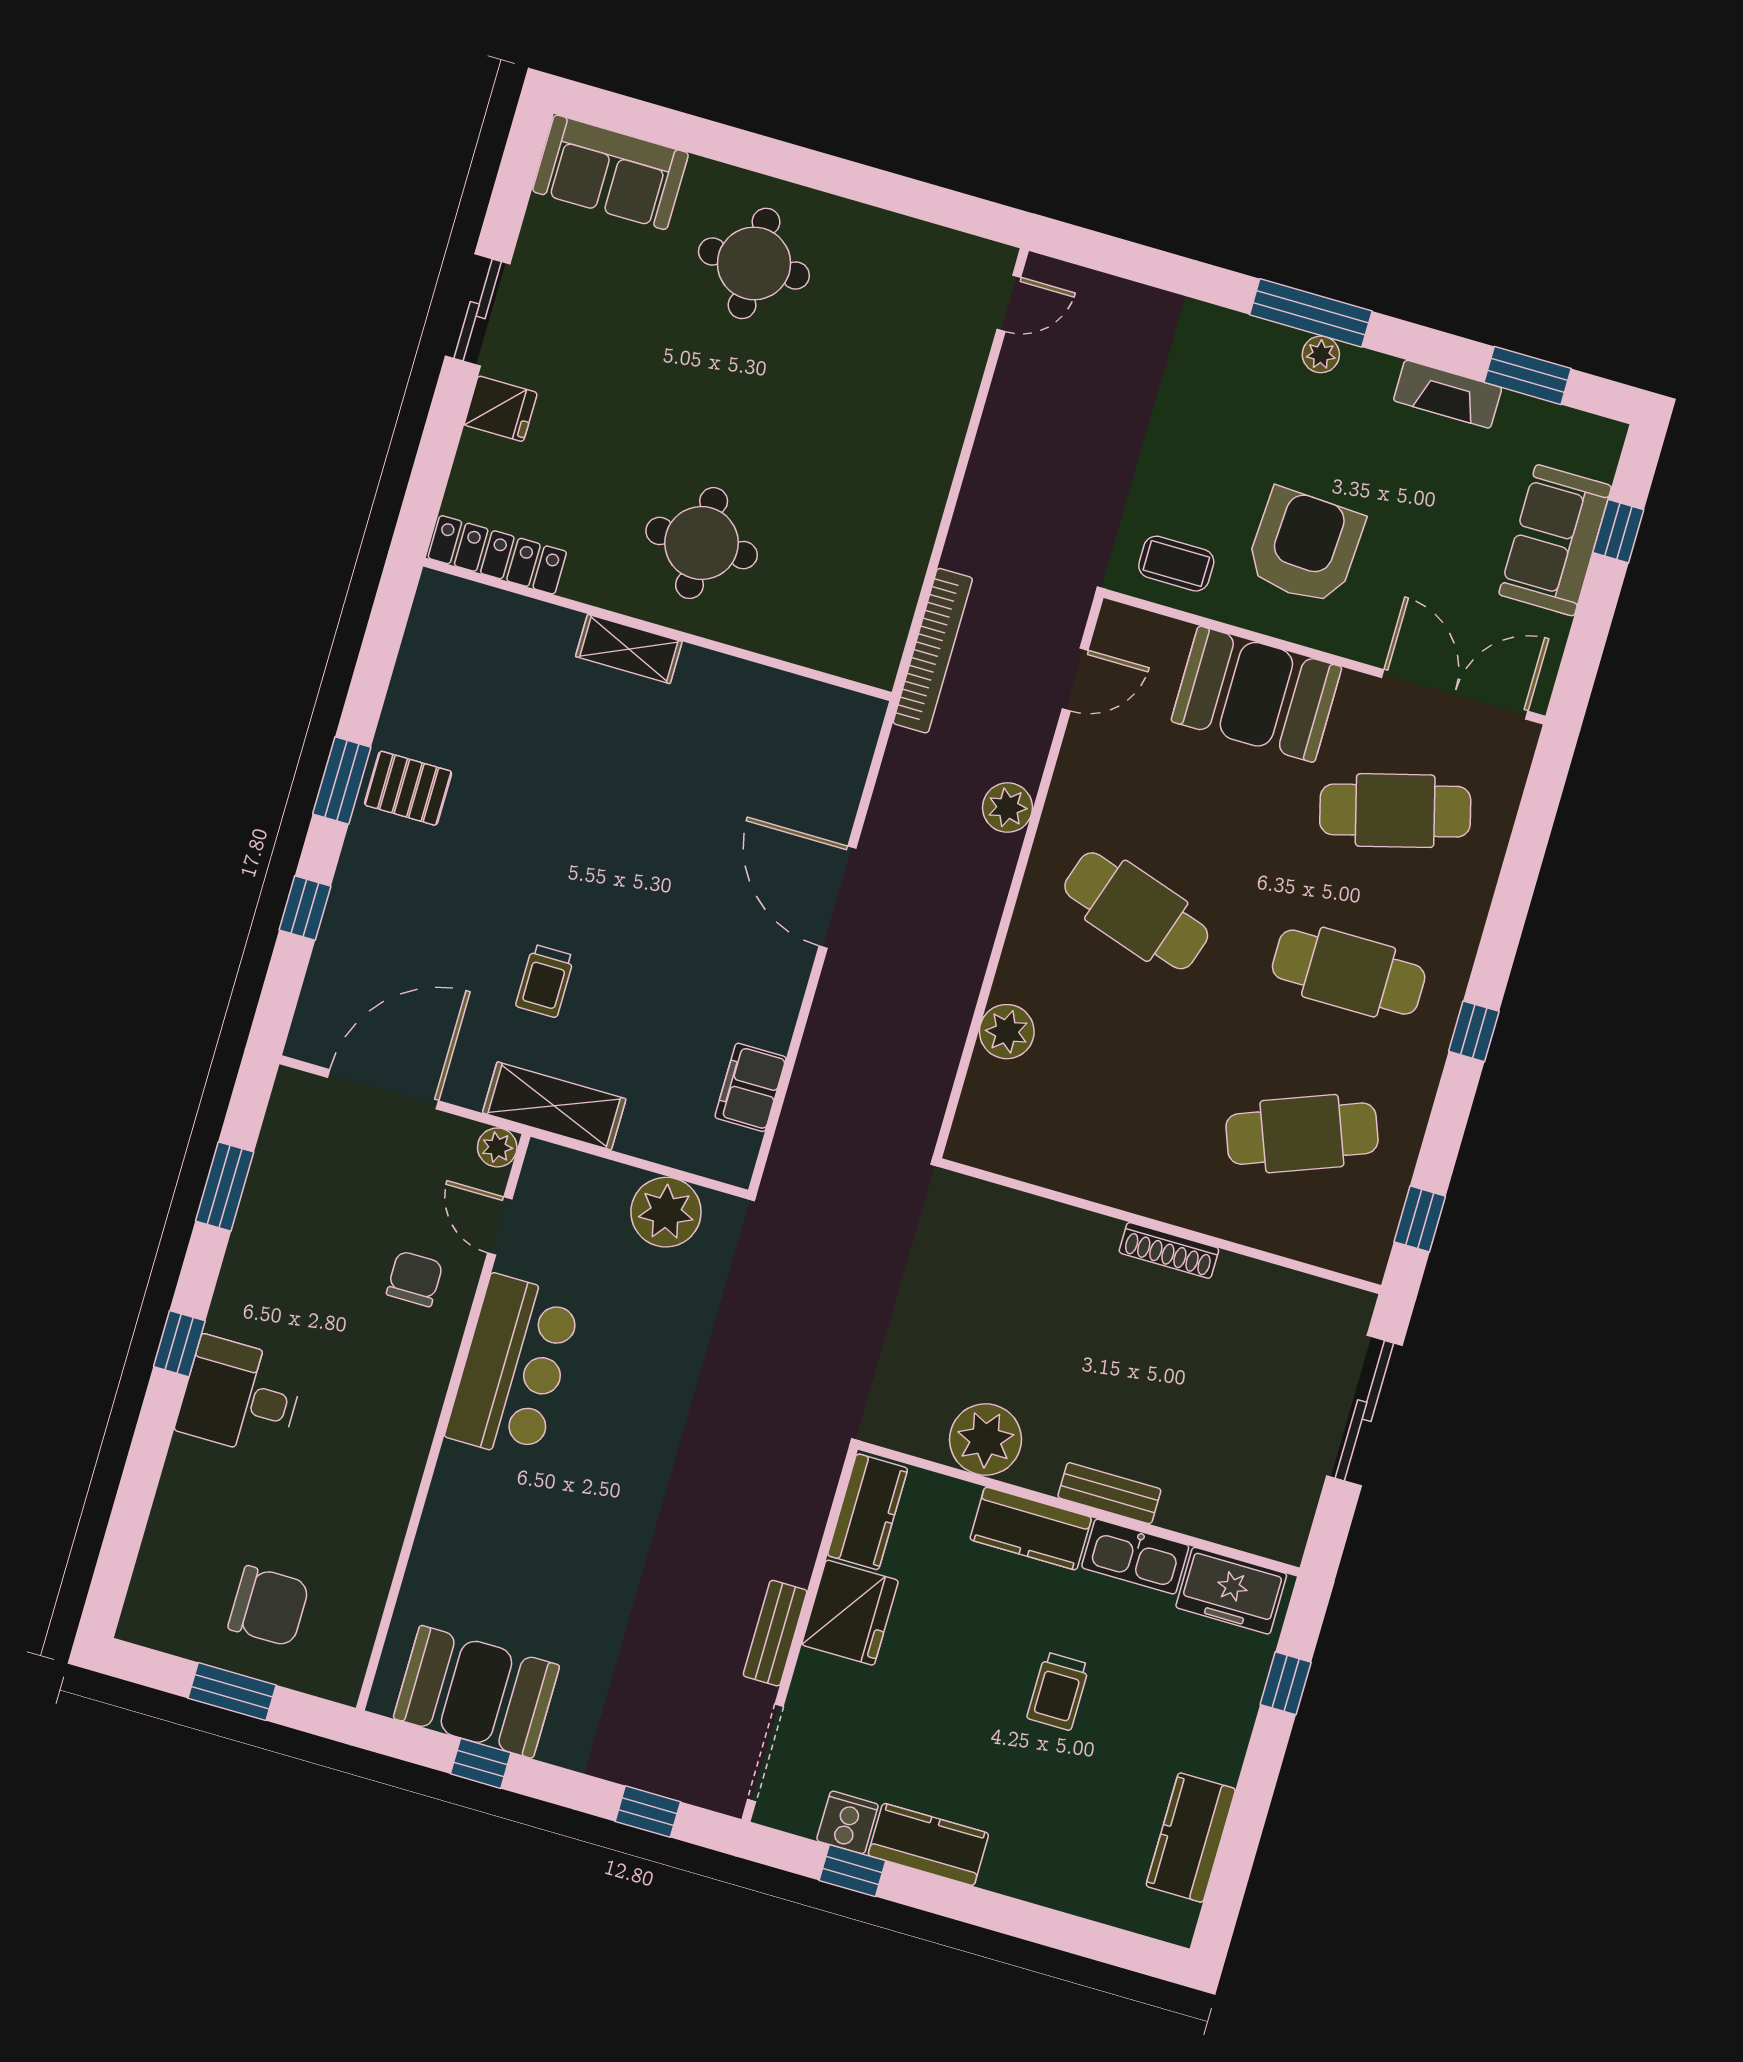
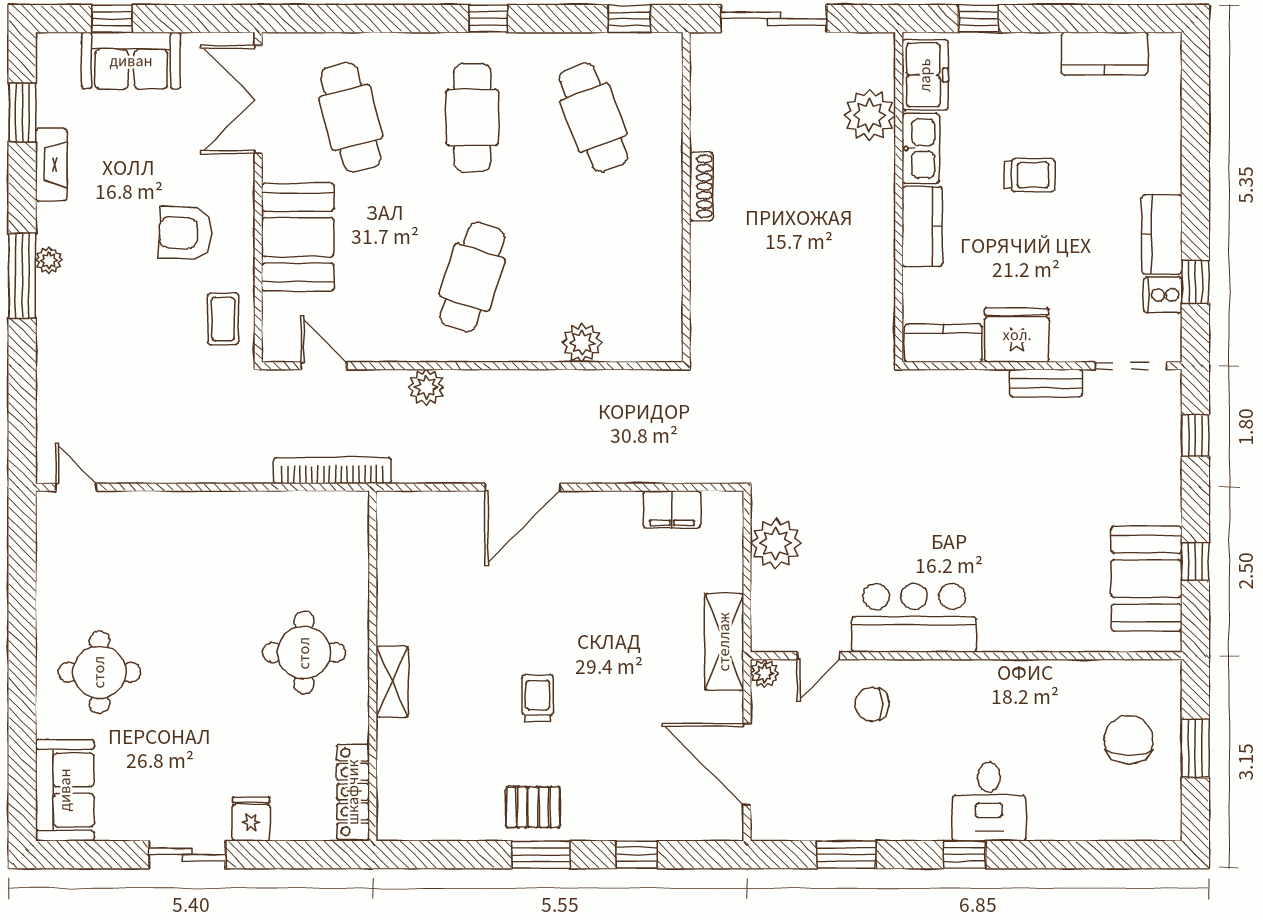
armchair: (1305, 546) -> (186, 233), width x0.73, depth x0.73
pallet: (408, 788) -> (533, 807), turned 90
trolley: (545, 981) -> (538, 698), moved, turned -90
plant: (986, 1439) -> (869, 115), moved
bench: (1109, 1493) -> (882, 179), removed

